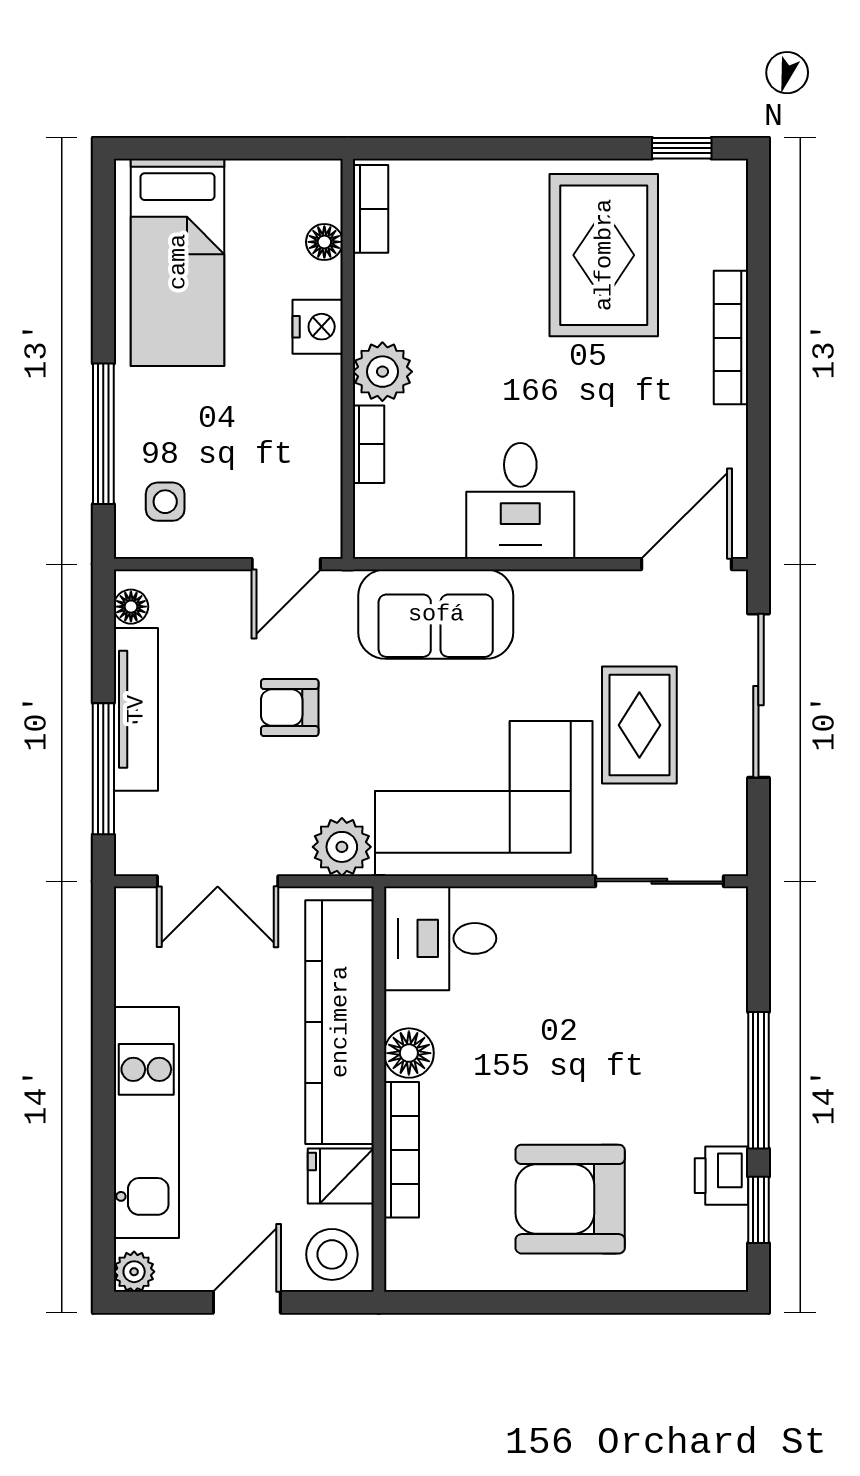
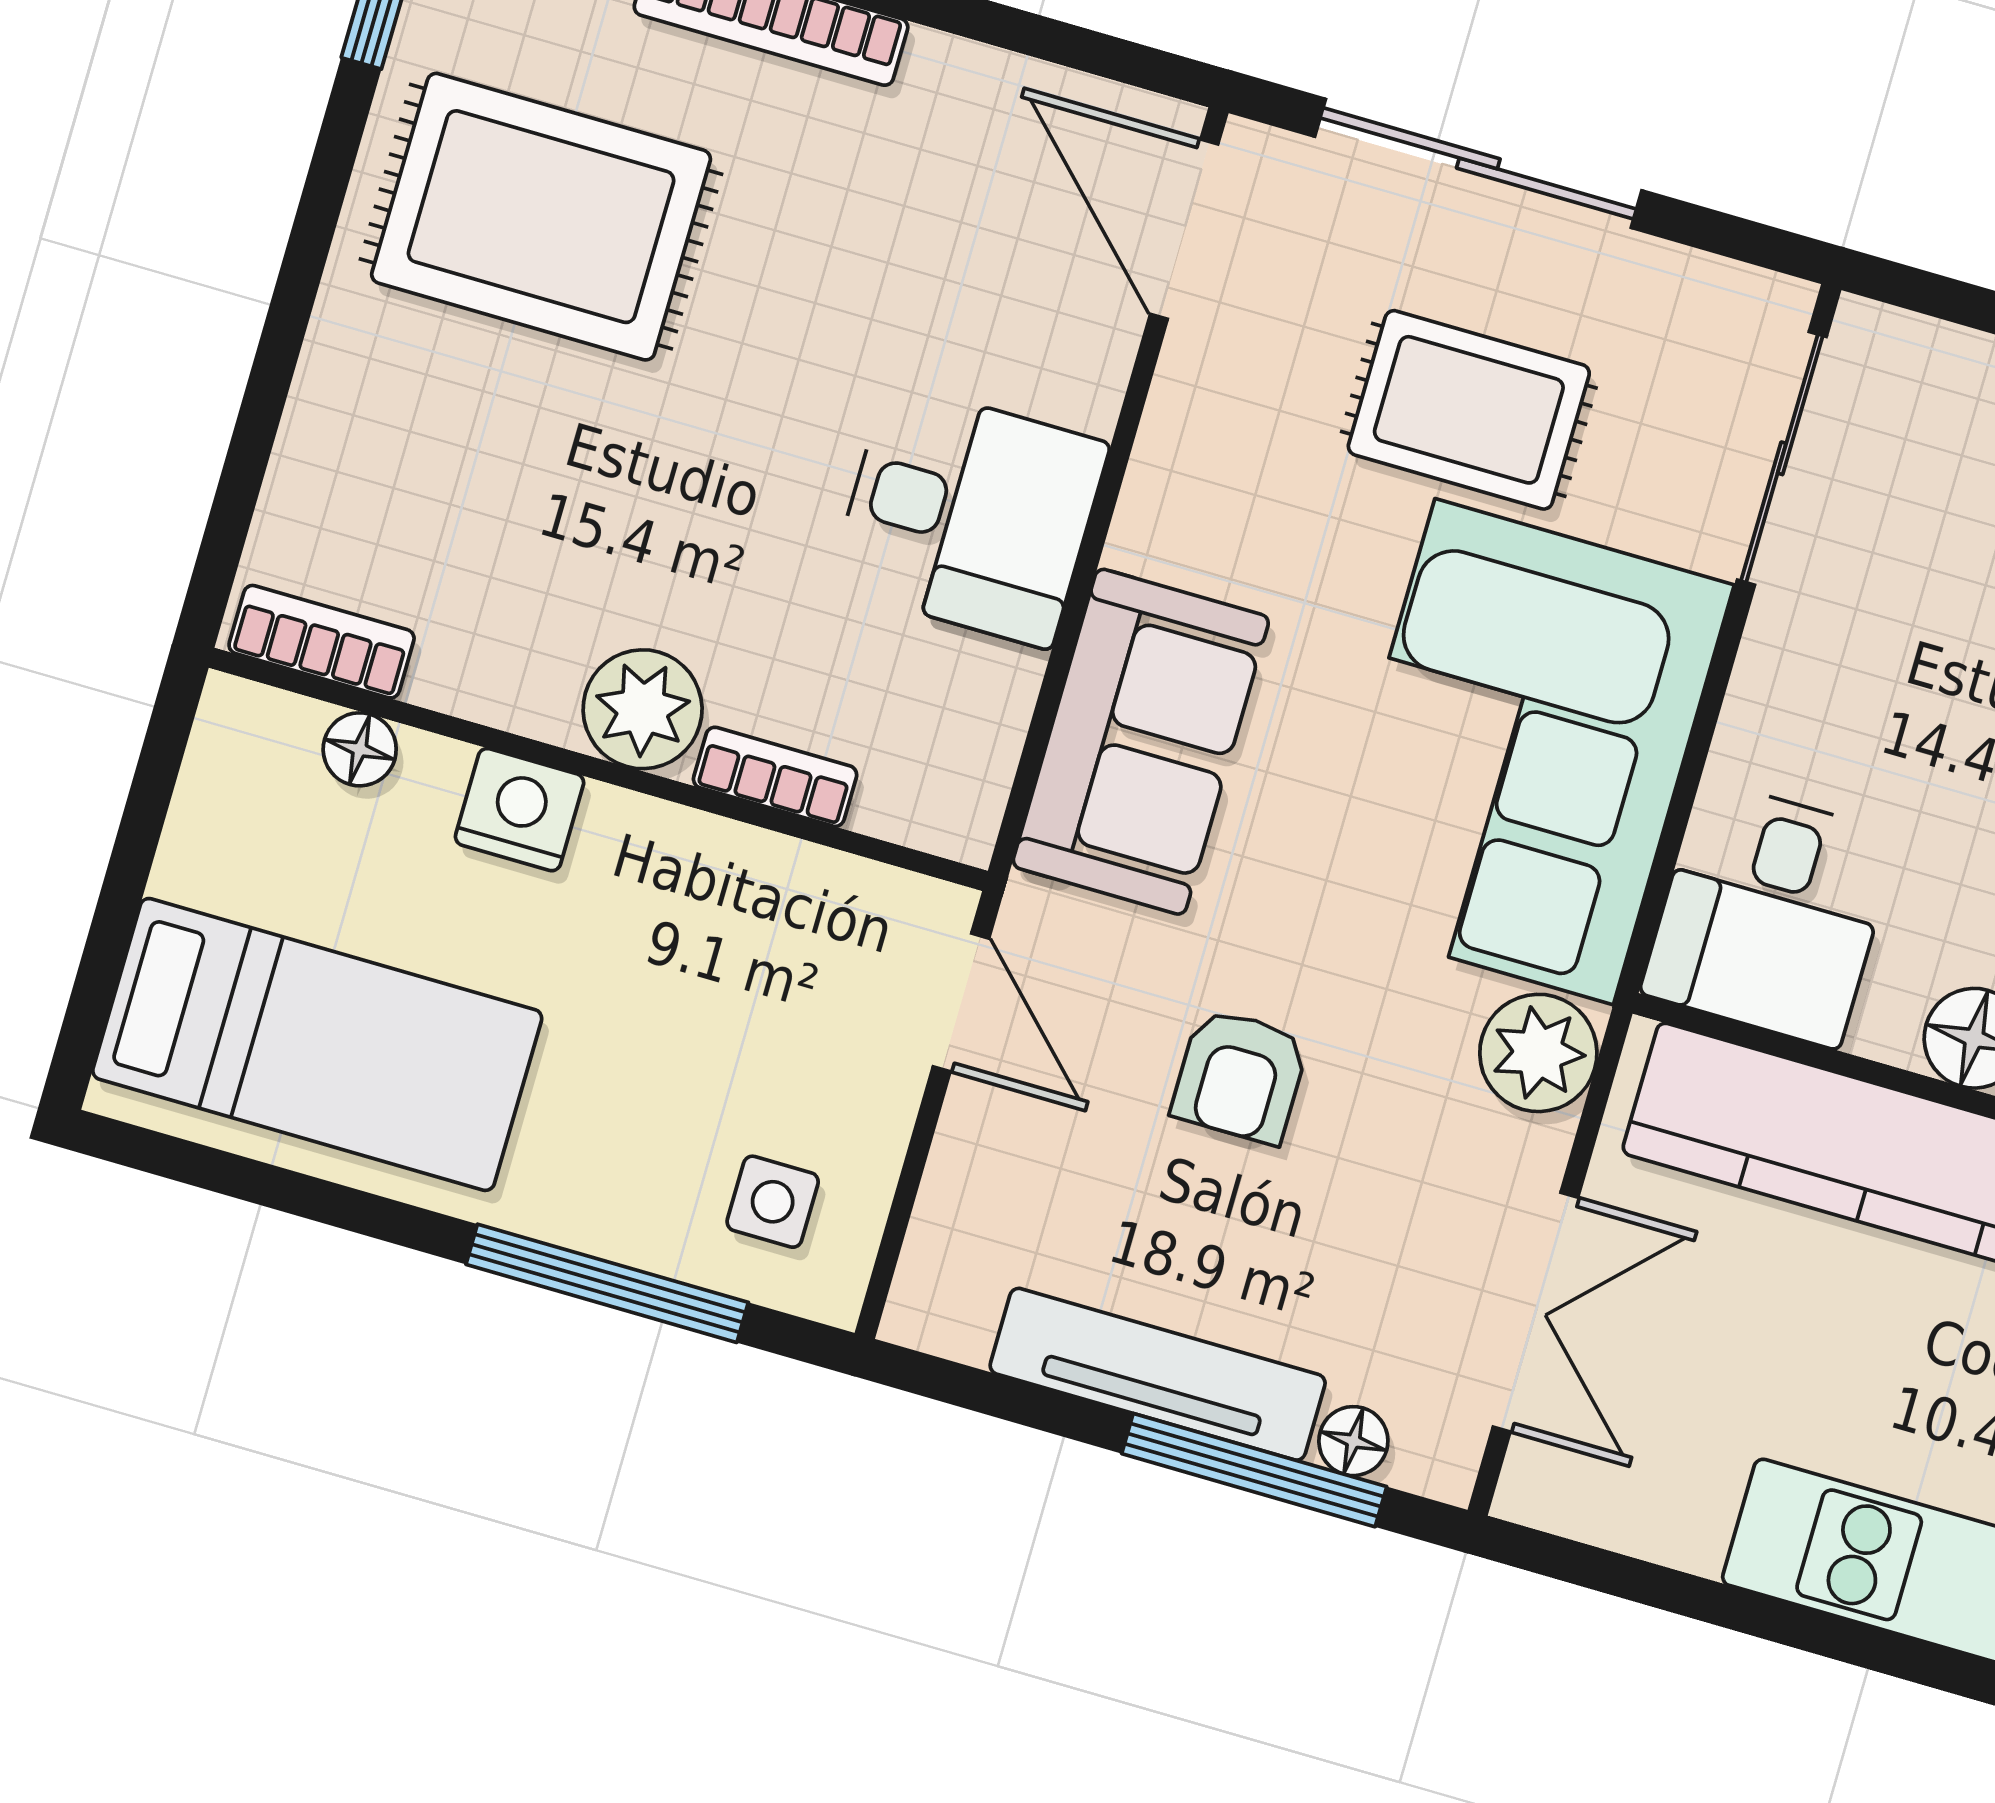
floor lamp: (131, 607) -> (1353, 1441), moved

